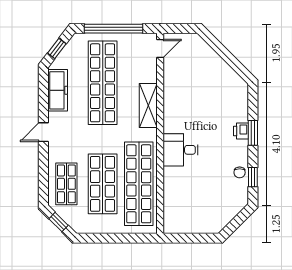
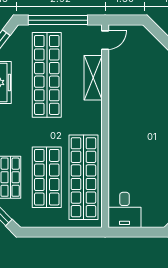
shelving: (148, 105) -> (93, 78), moved
desk: (181, 150) -> (125, 210), moved, turned -90

